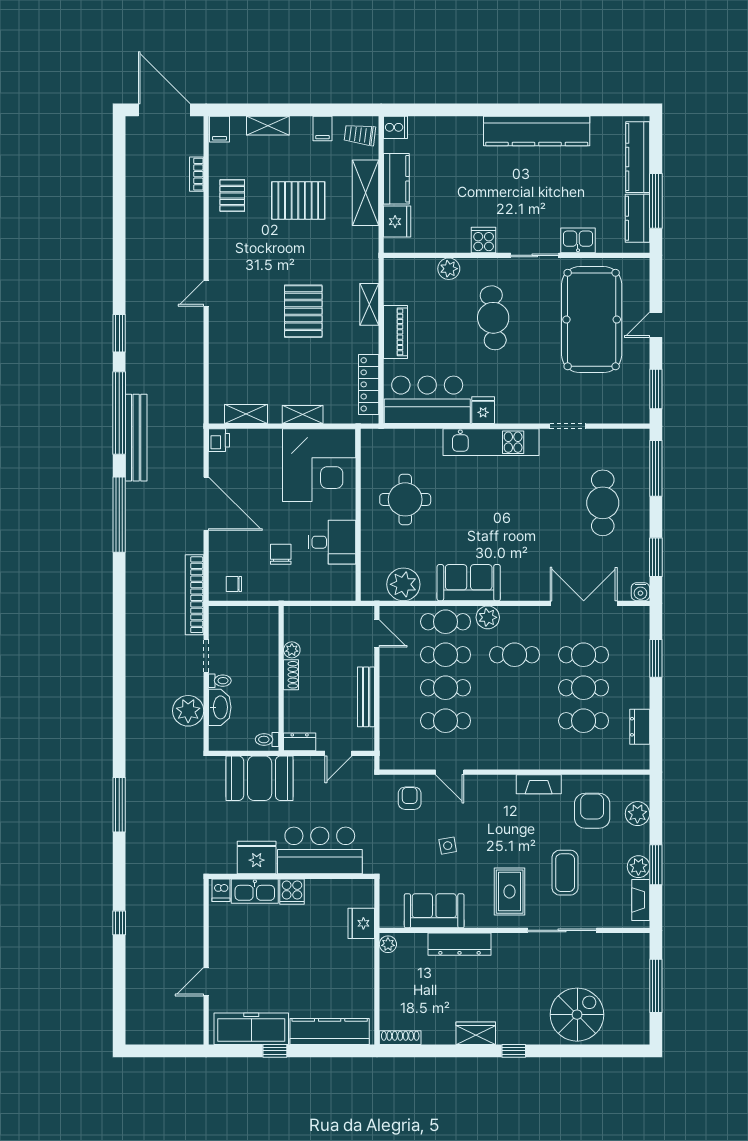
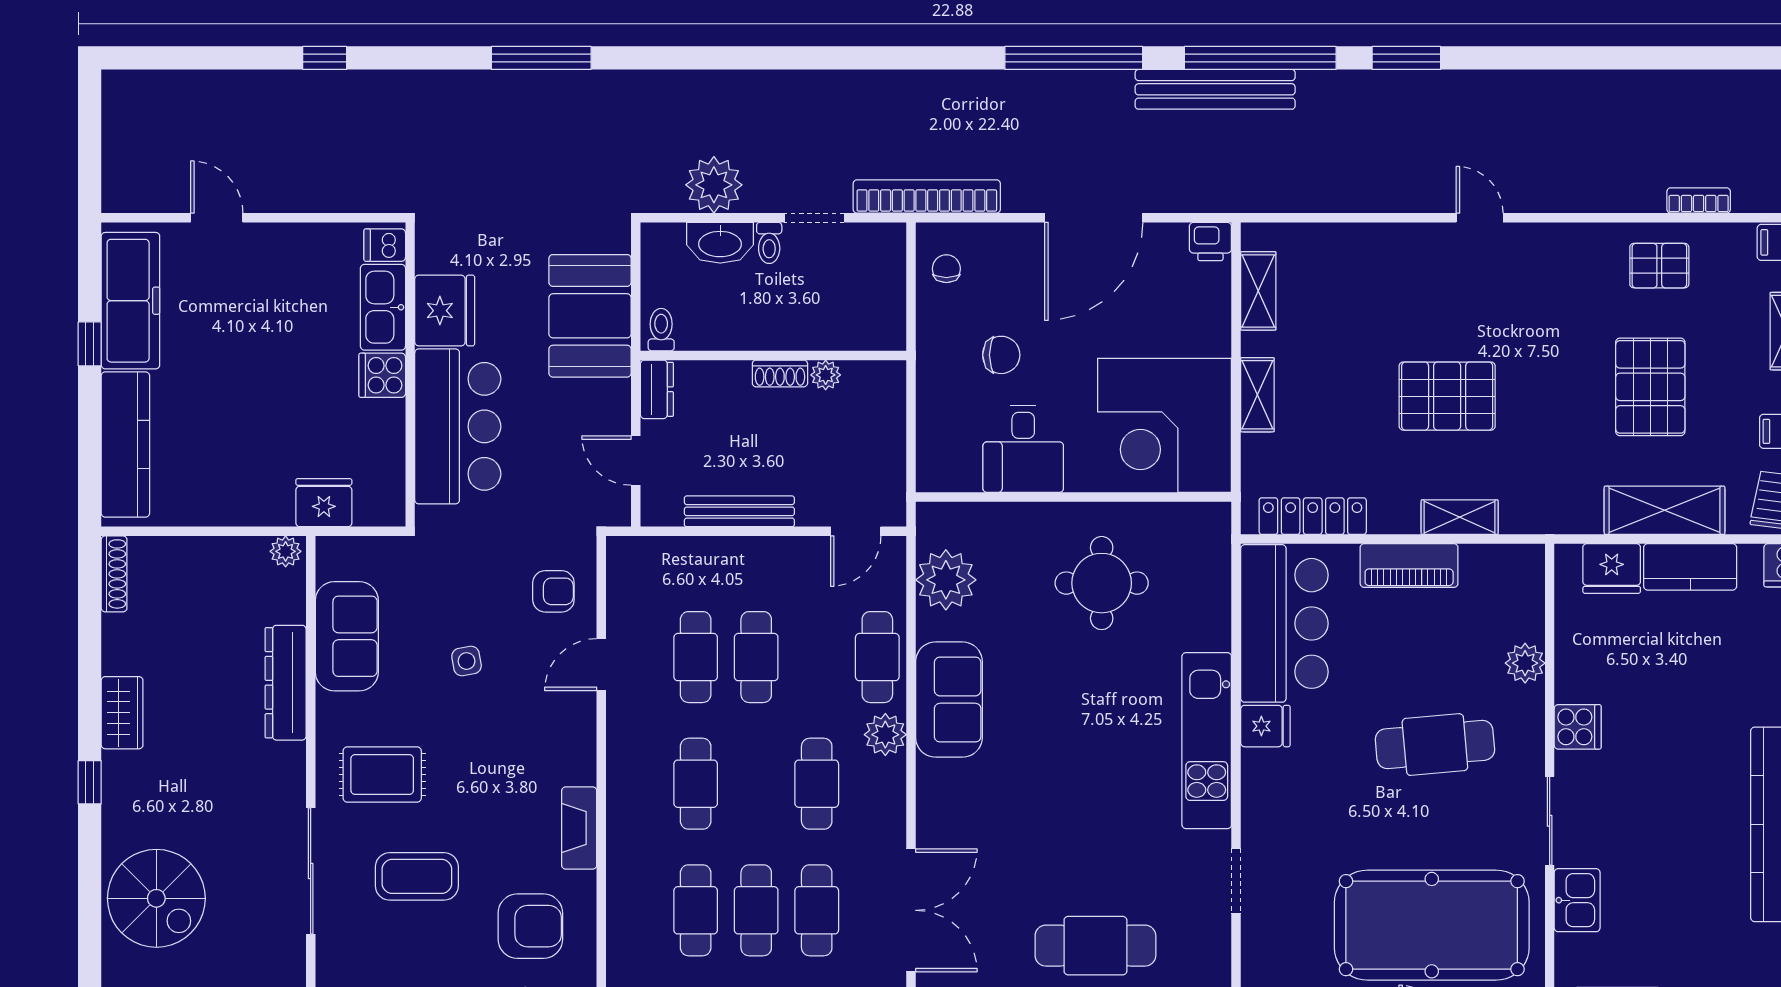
cafe table: (446, 655) -> (696, 784), moved

